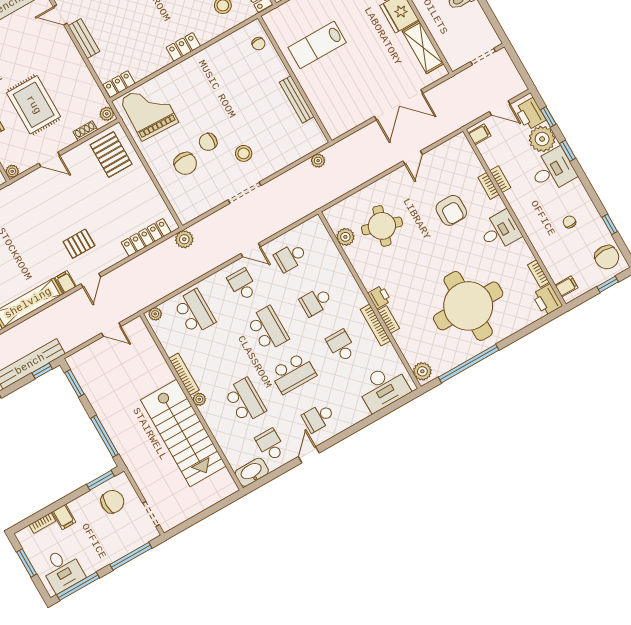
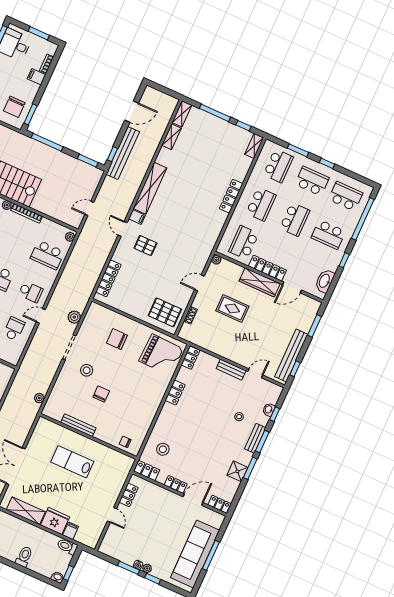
lab bench: (317, 45) -> (72, 462), moved, turned -90
locker: (183, 47) -> (175, 393), moved
rug: (34, 105) -> (232, 309), width x0.73, depth x0.70
plant: (107, 114) -> (185, 335), removed
chair: (208, 142) -> (101, 394), moved
plant: (184, 239) -> (74, 317), moved
pallet: (79, 244) -> (145, 246), turned 90

